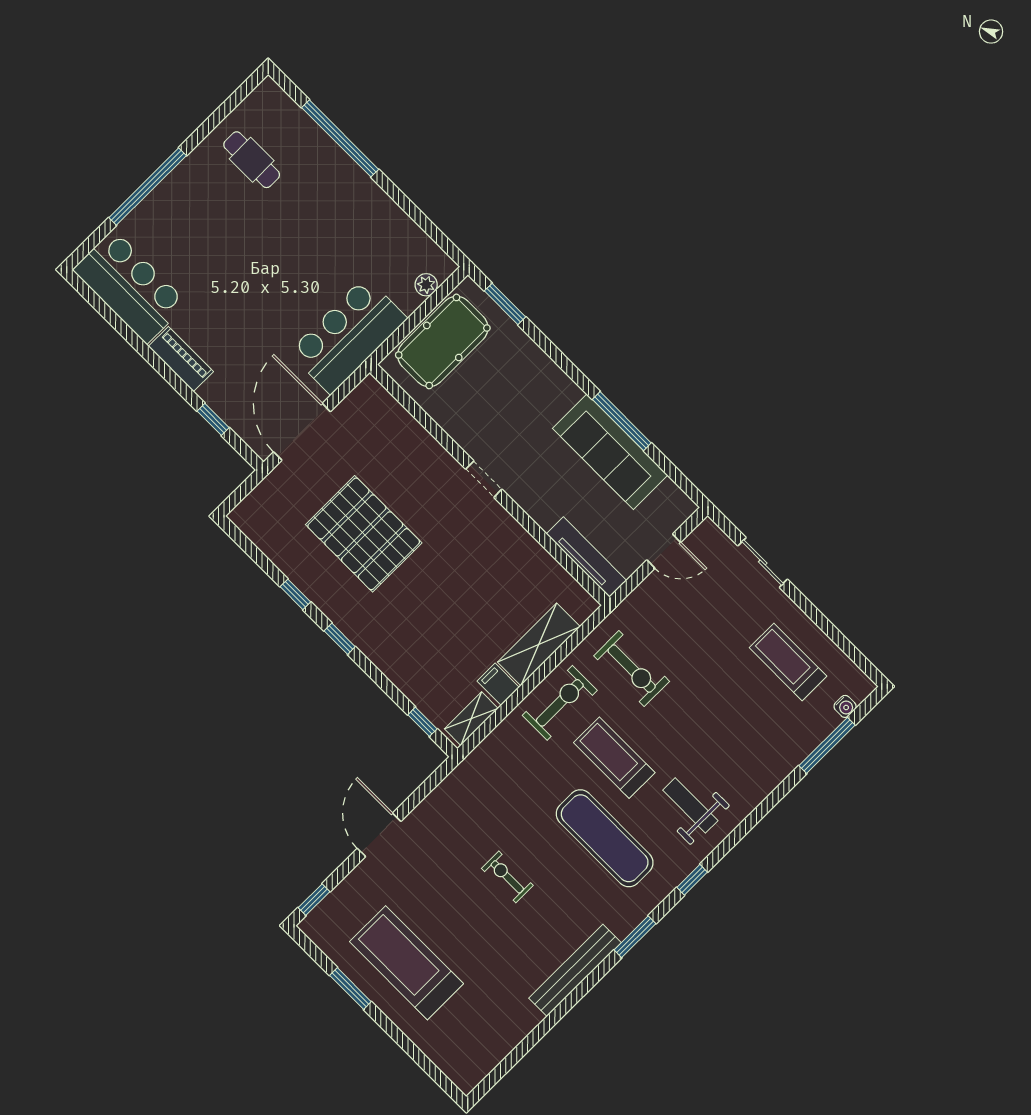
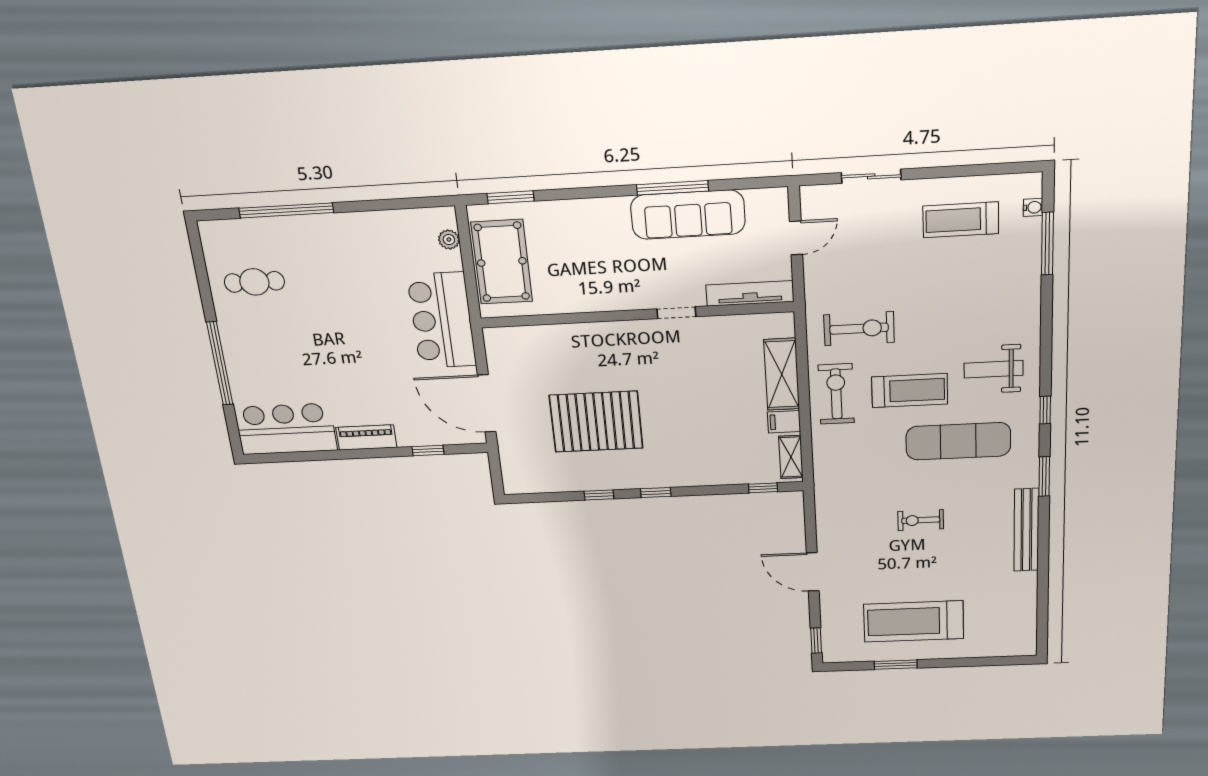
doorway: (484, 479) -> (676, 313), moved
treadmill: (614, 758) -> (910, 390), turned 180

